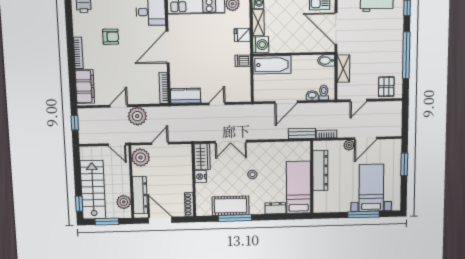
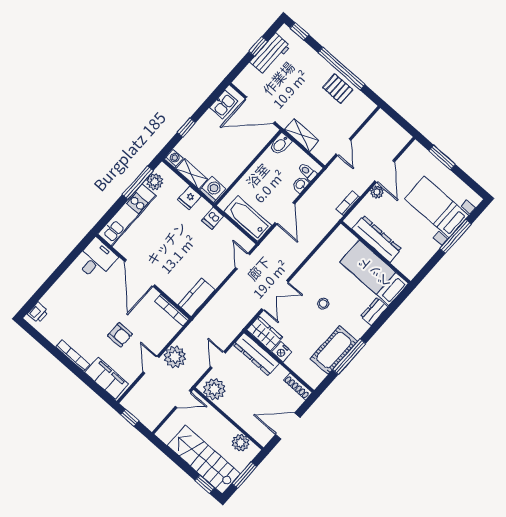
armchair: (111, 37) -> (120, 335), moved, turned 90
bathtub: (272, 65) -> (248, 219), moved, turned -90
pallet: (386, 87) -> (338, 89), moved
door: (217, 104) -> (243, 261), moved
bench: (302, 134) -> (327, 225), removed
dresser: (140, 195) -> (256, 354), moved, turned 180

